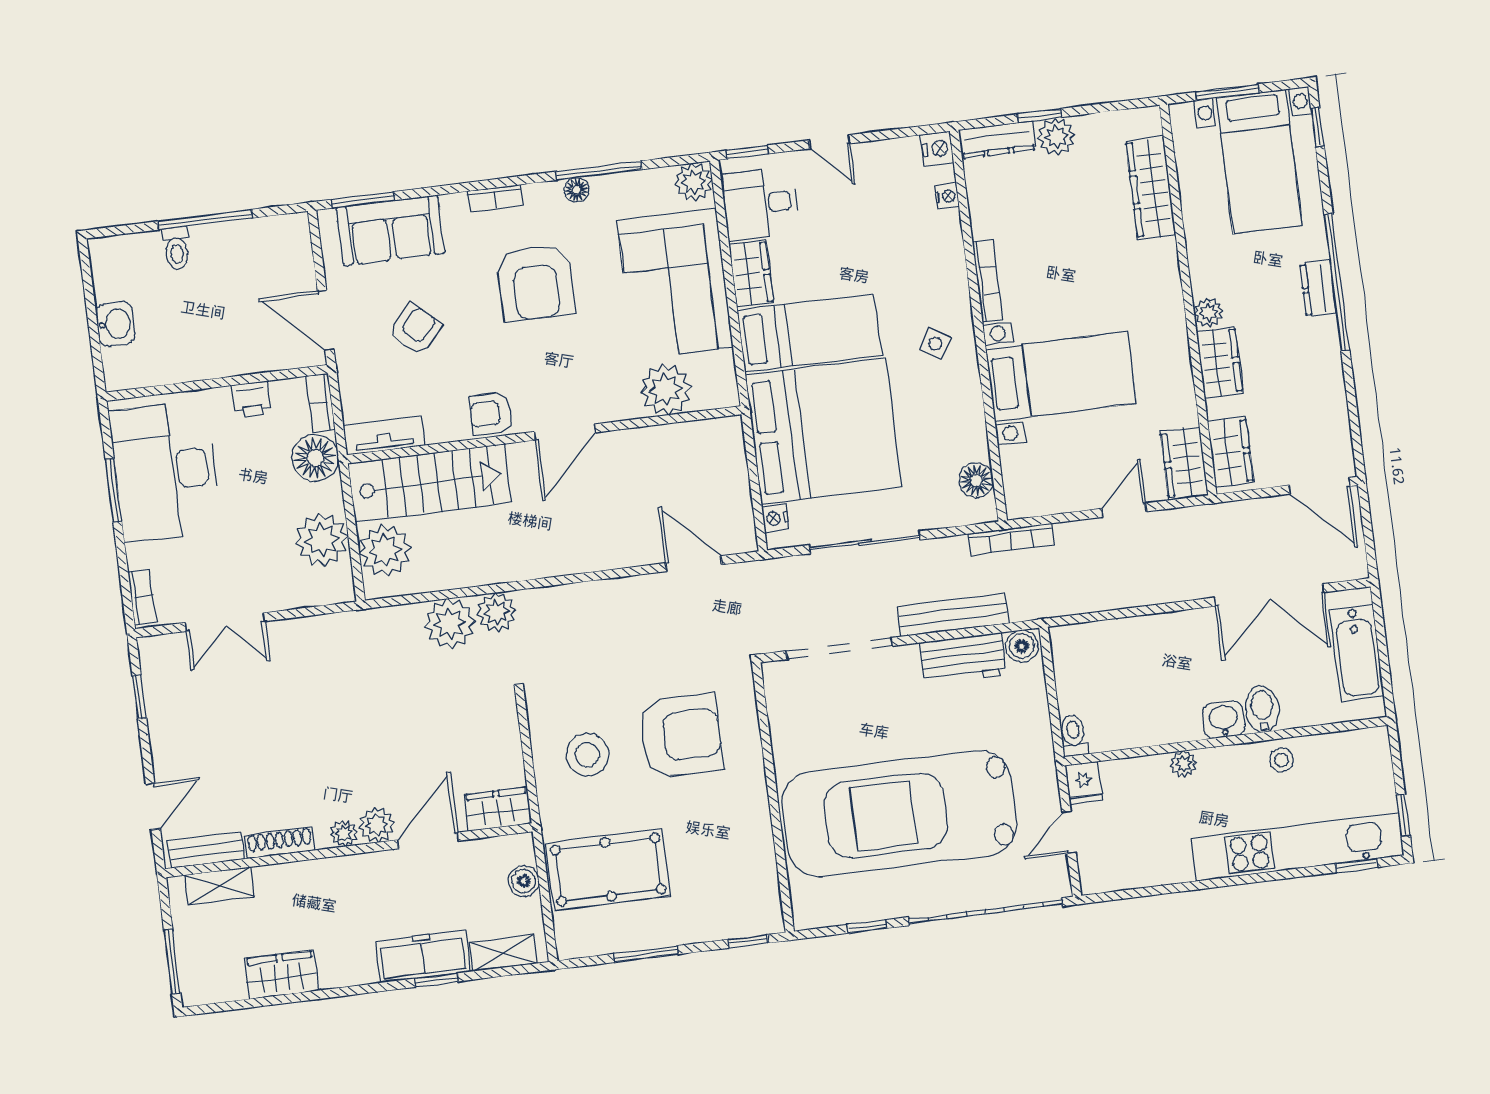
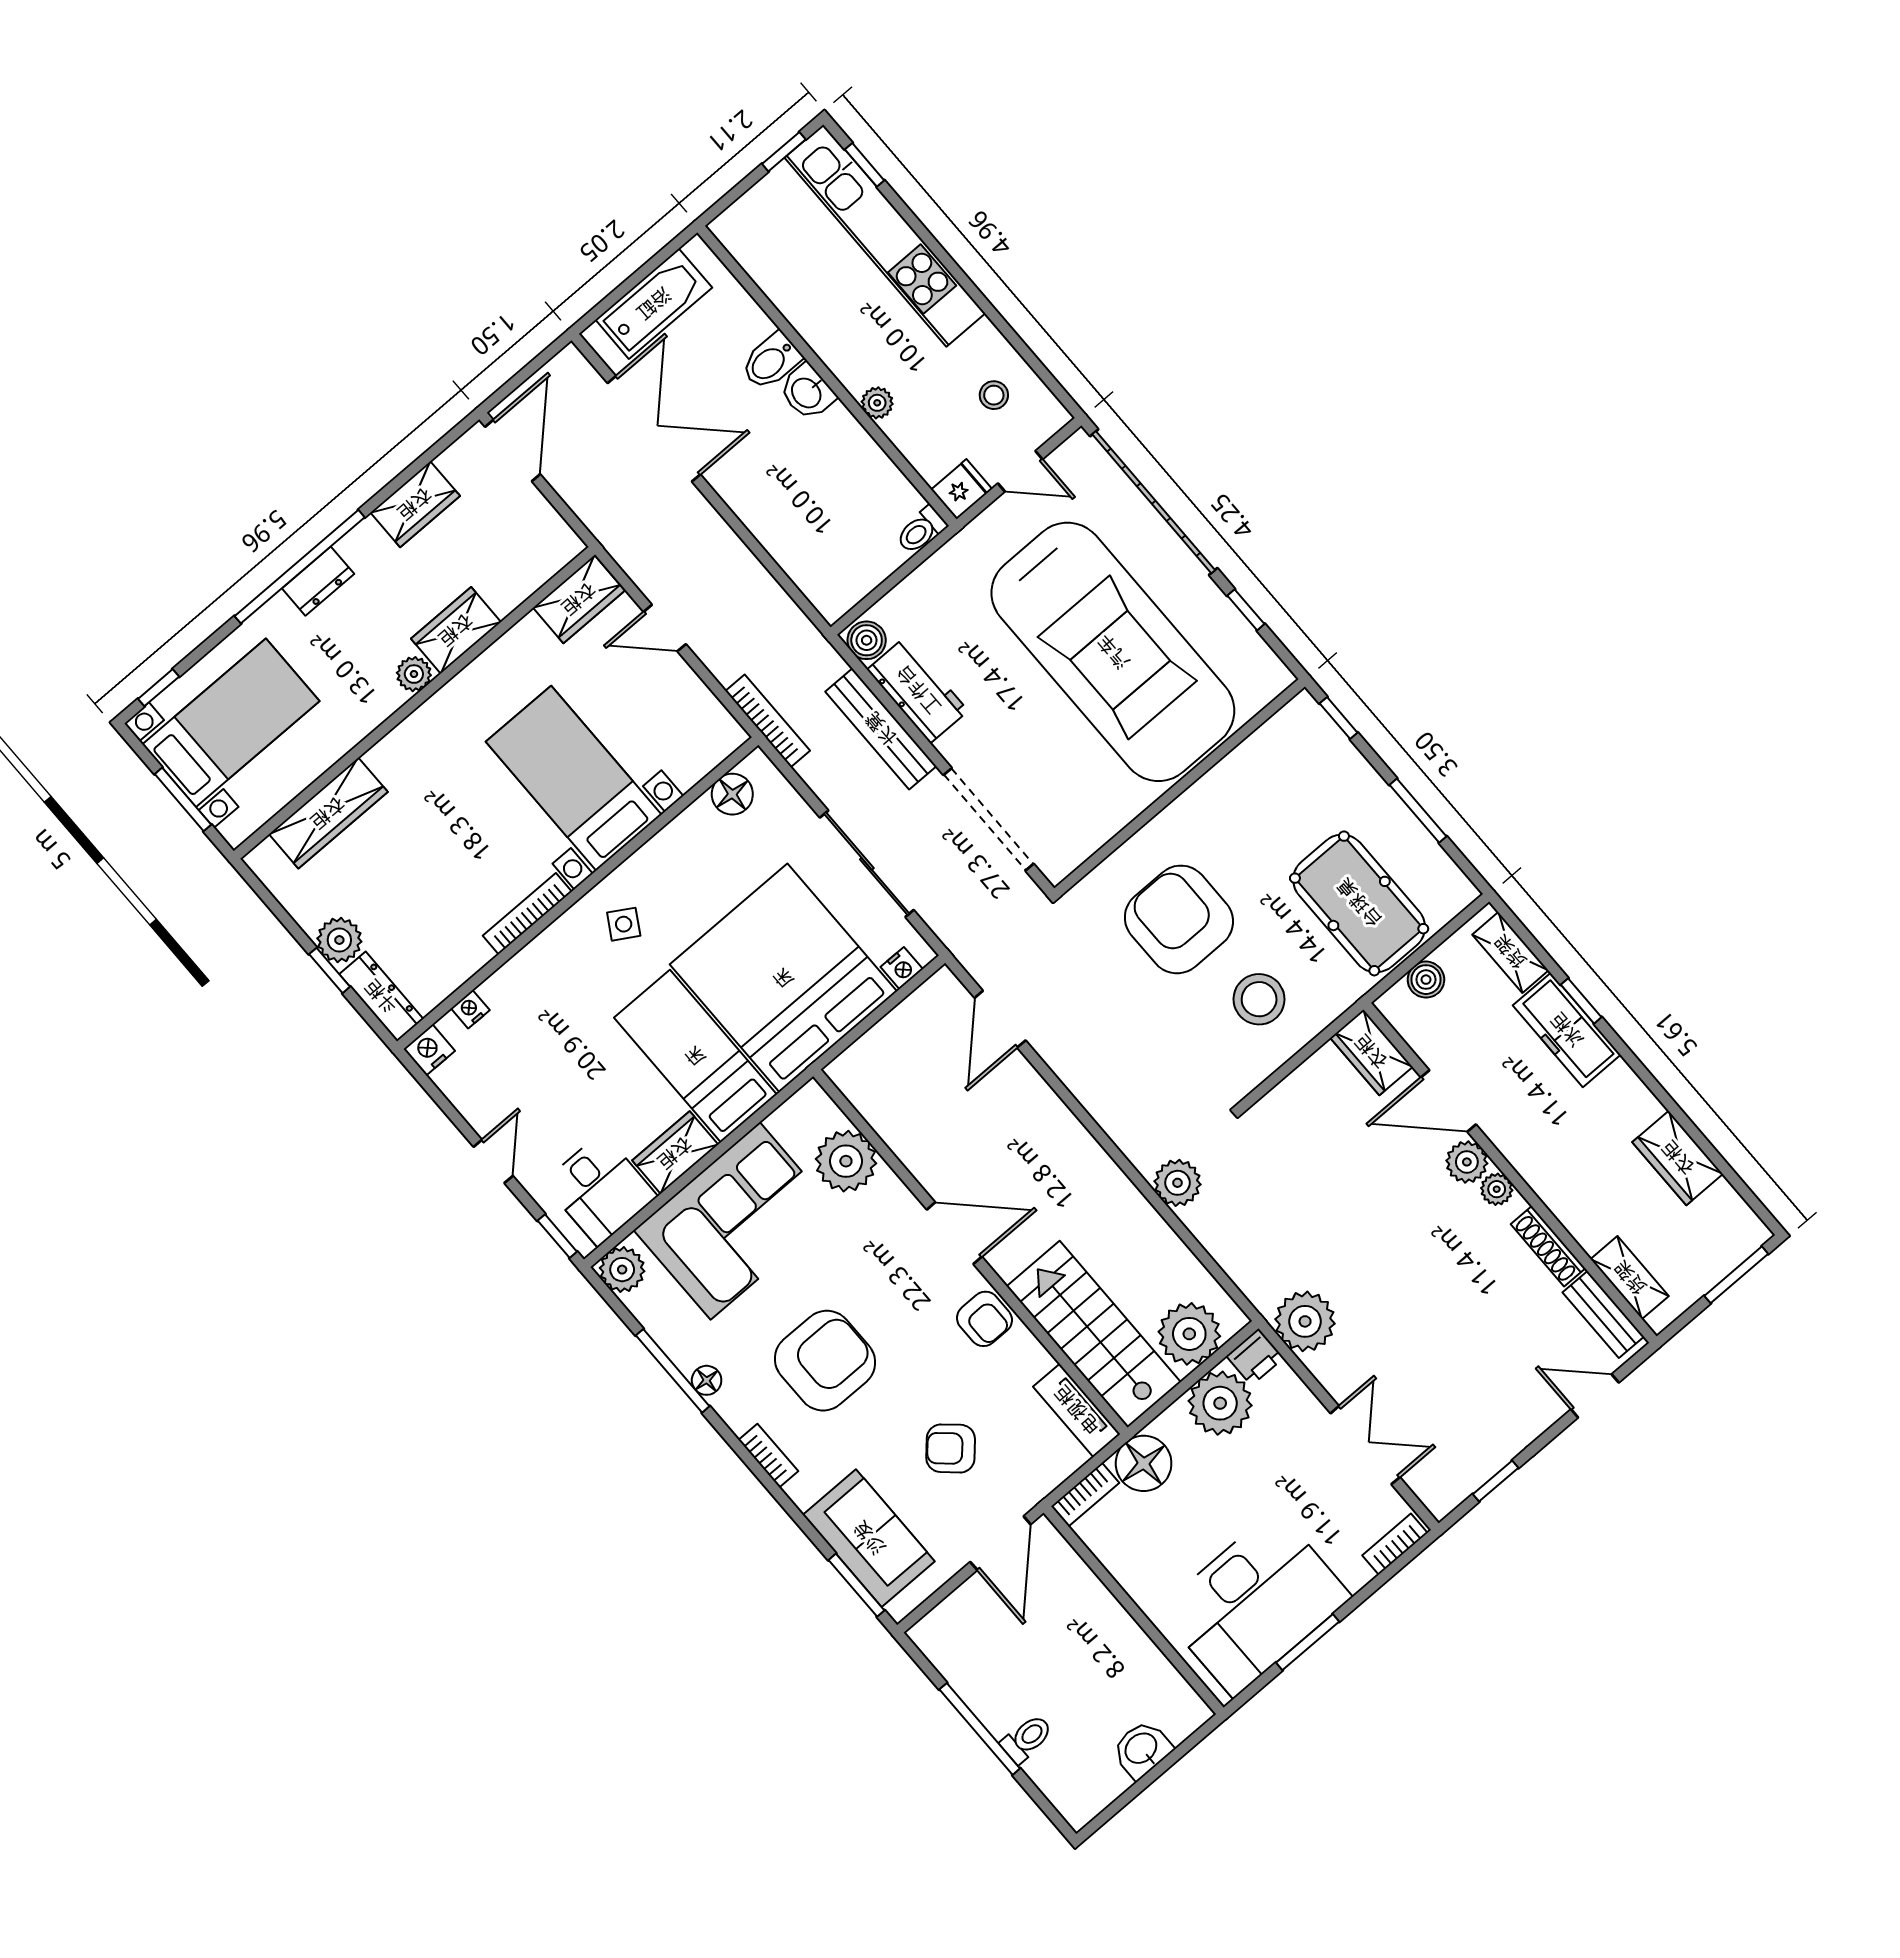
printer: (252, 399) -> (1255, 1357), moved, turned 90
wardrobe: (1231, 452) -> (415, 504), moved, turned 180
plant: (450, 624) -> (1305, 1321), moved
stool: (1281, 760) -> (994, 395), moved

